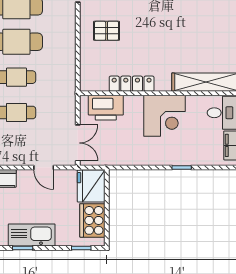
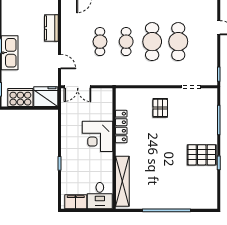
printer: (106, 108) -> (104, 107), removed
corner desk: (164, 116) -> (98, 136), moved
door: (44, 167) -> (59, 62), swing flipped

